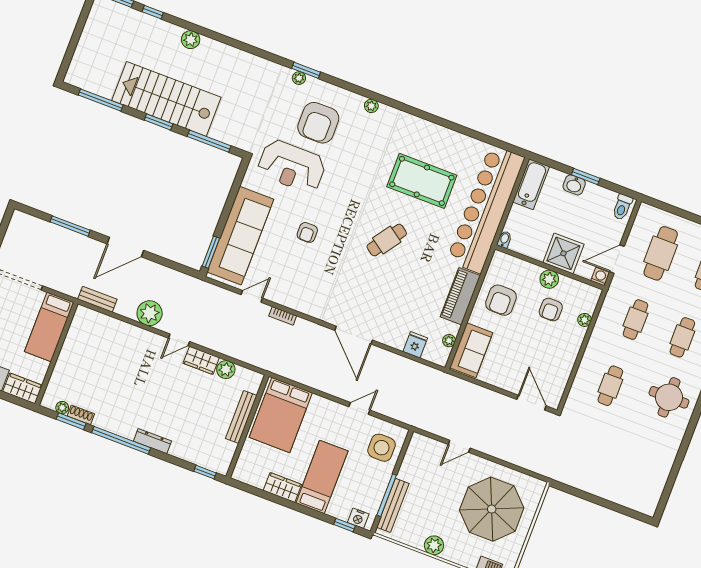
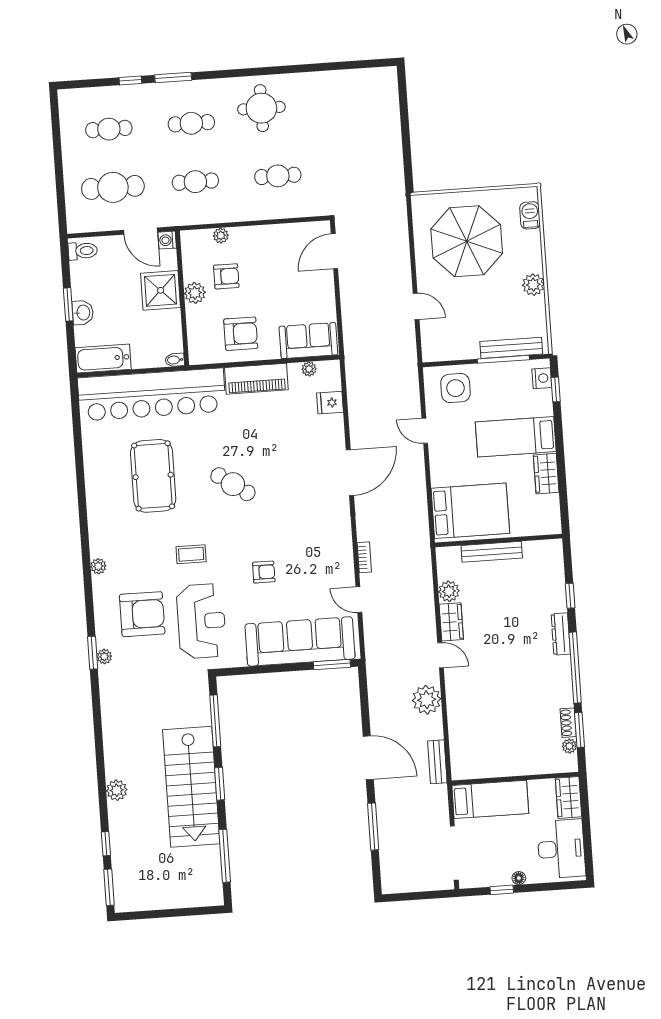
coffee table: (347, 182) -> (191, 554), added
window: (205, 472) -> (570, 596), moved

